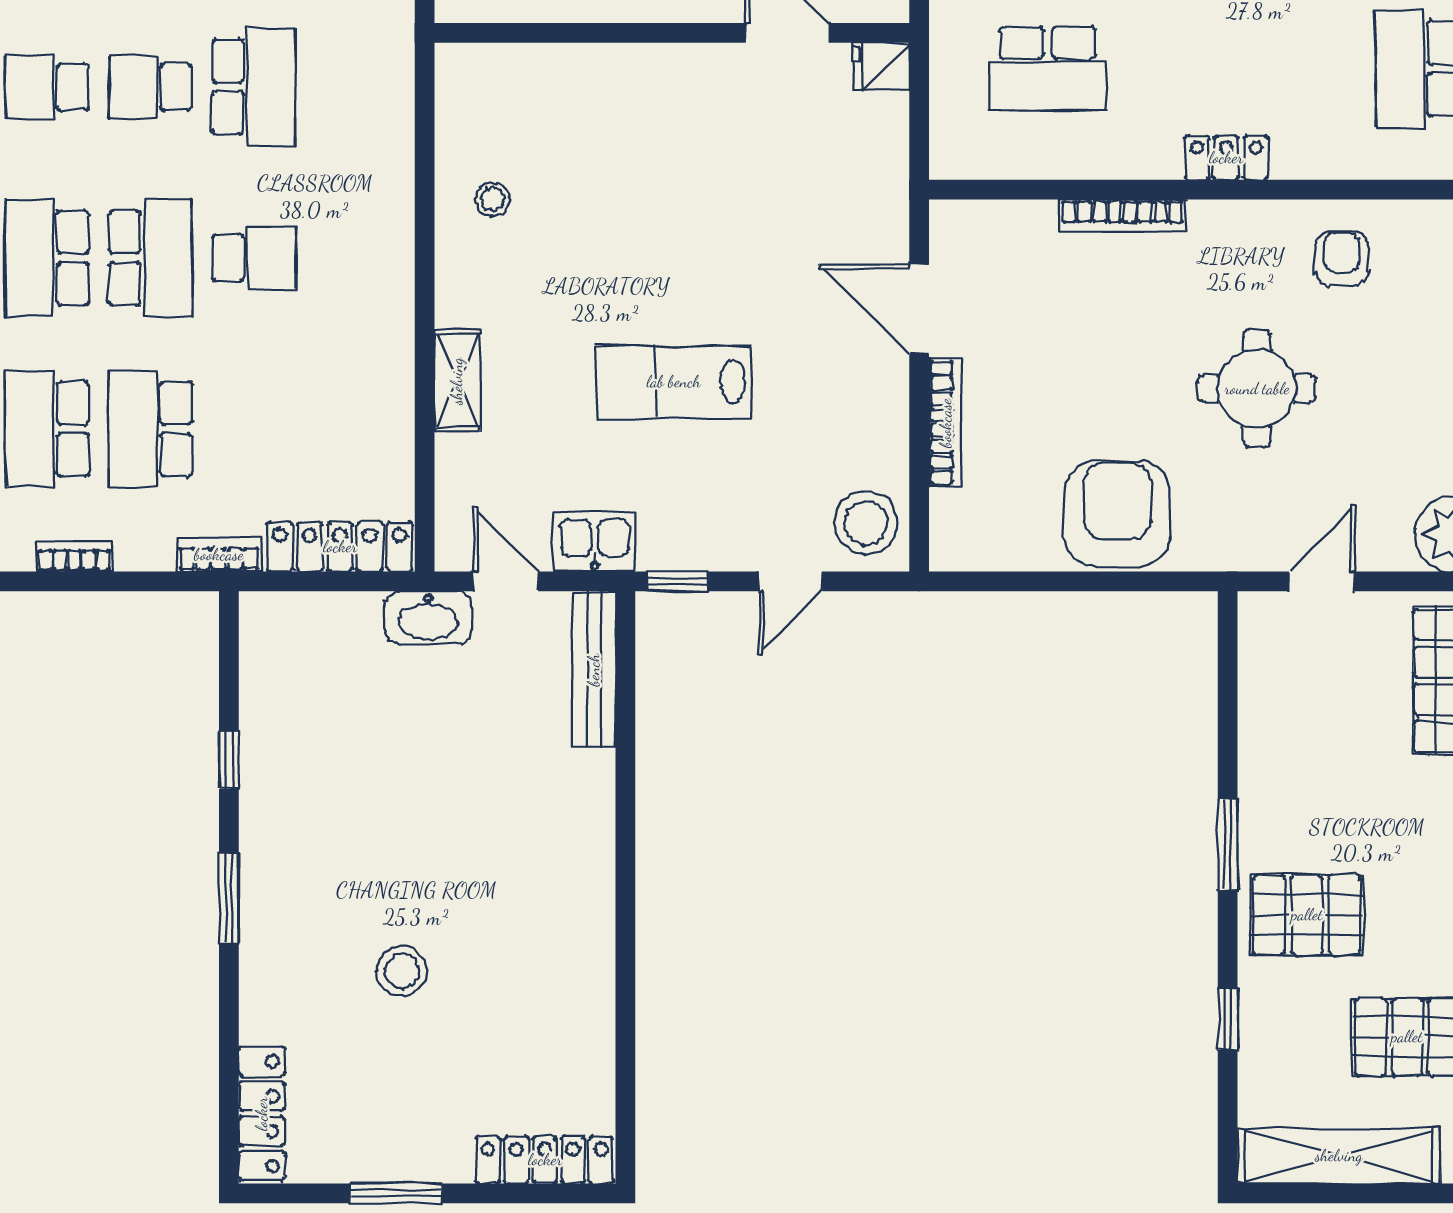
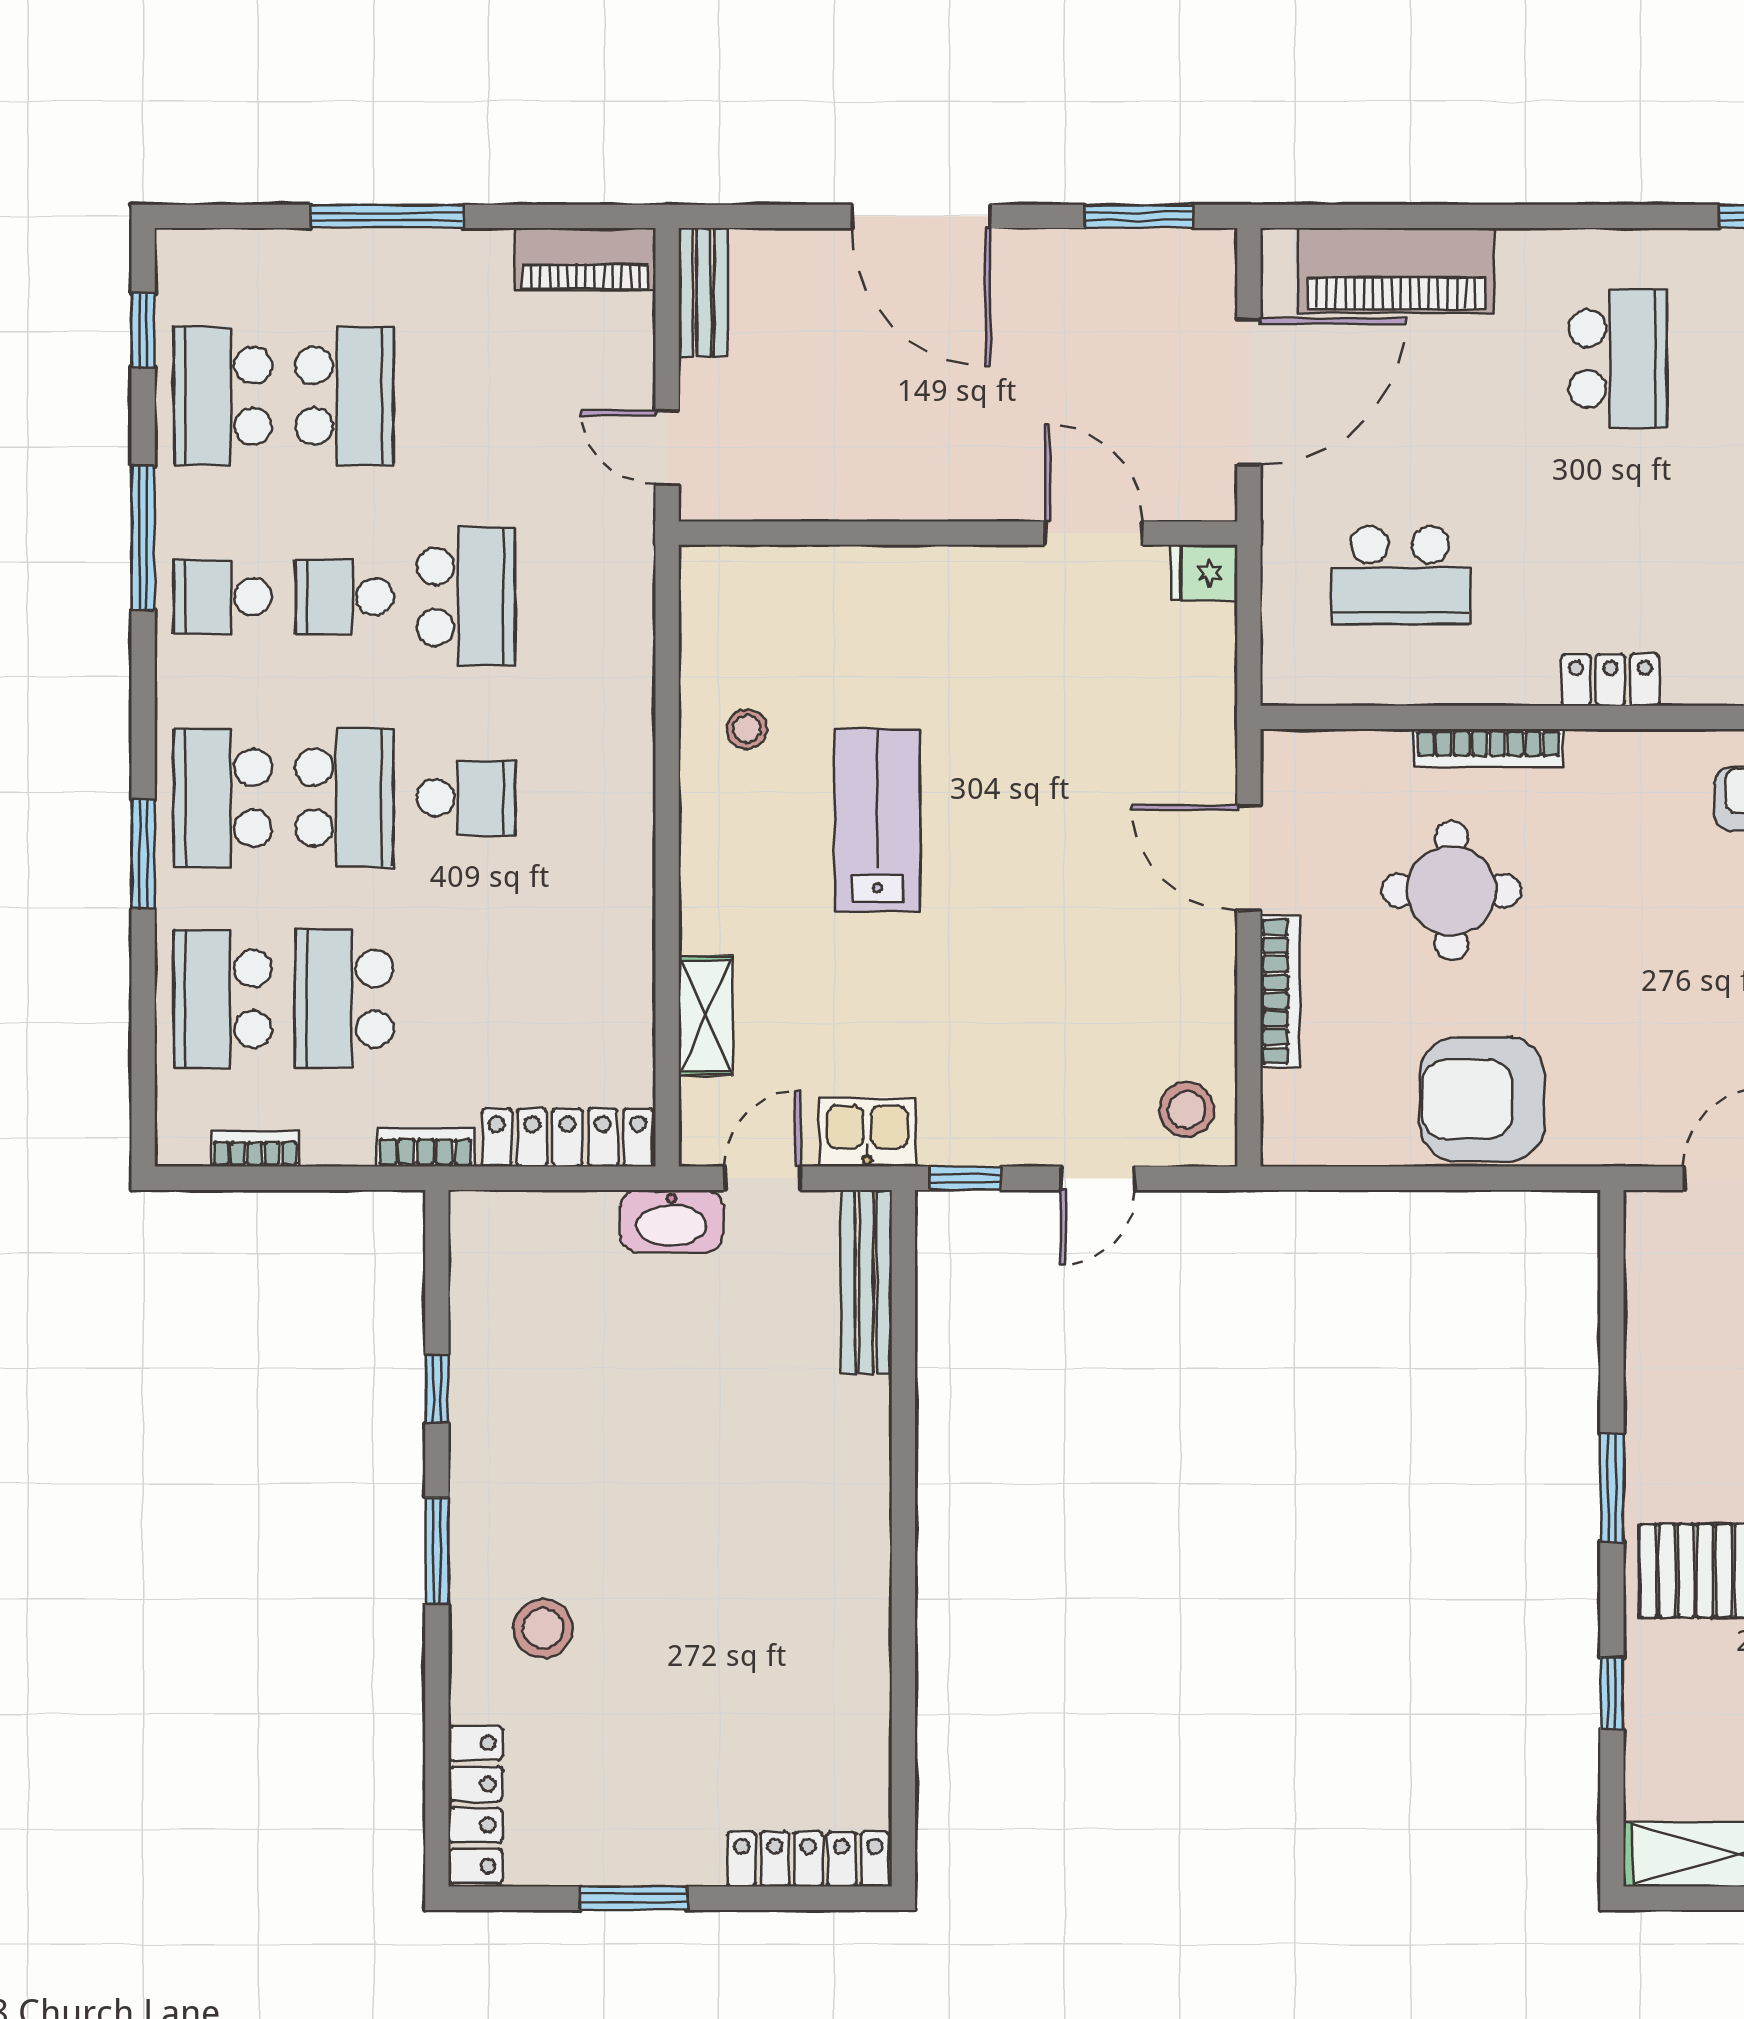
shelving: (457, 381) -> (706, 1016), moved
lab bench: (674, 382) -> (878, 820), moved, turned 90
round table: (1257, 389) -> (1451, 891), moved
armchair: (1117, 514) -> (1482, 1099), turned -90
stool: (866, 523) -> (1186, 1110), width x0.73, depth x0.73
door: (506, 581) -> (762, 1178), hinge flipped
stool: (402, 971) -> (543, 1628), moved

